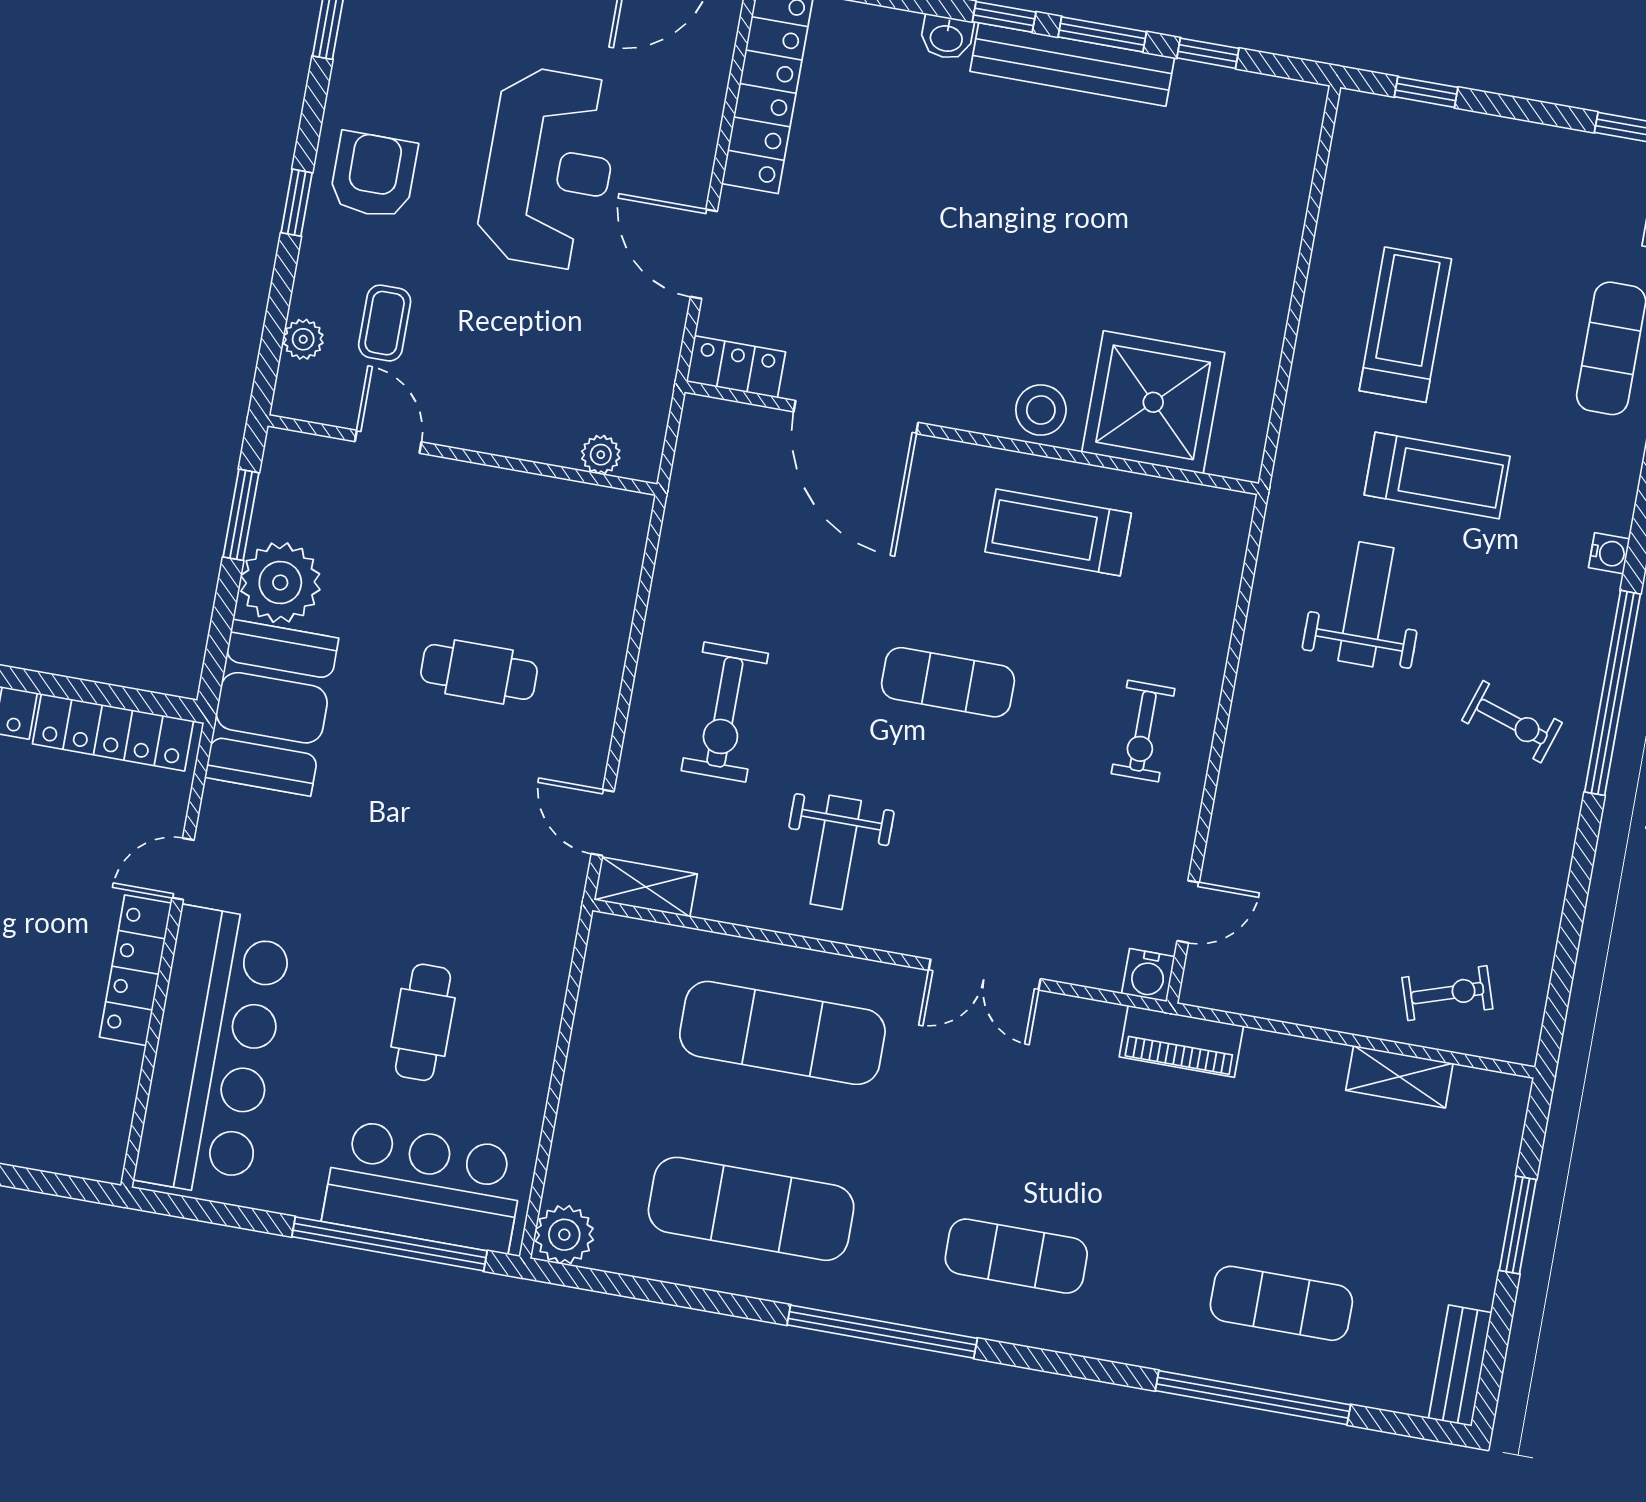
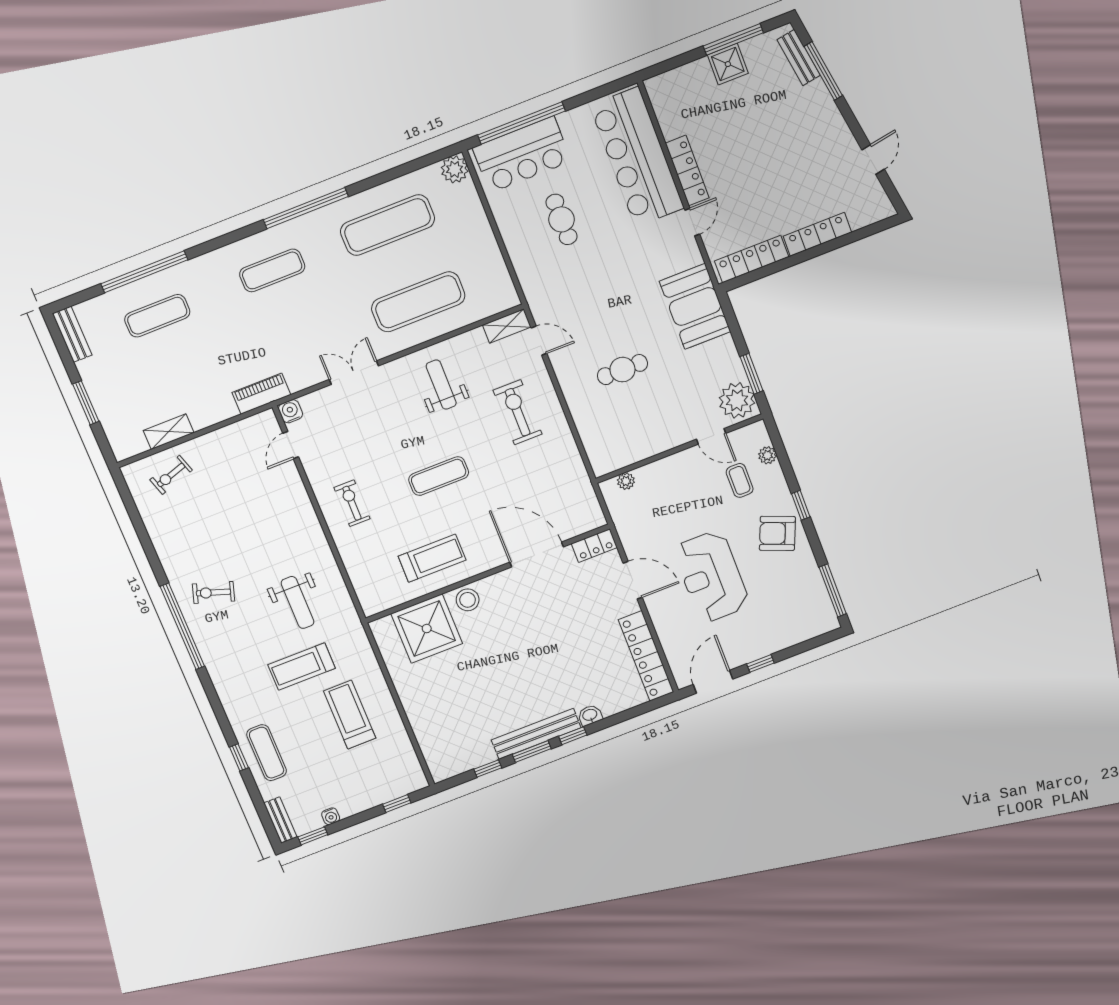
armchair: (373, 175) -> (777, 533), turned 112
treadmill: (1405, 325) -> (350, 715), turned 180
water cooler: (1609, 553) -> (331, 816), moved, turned -90
plant: (280, 583) -> (737, 400), moved

